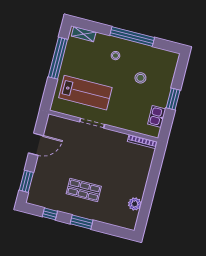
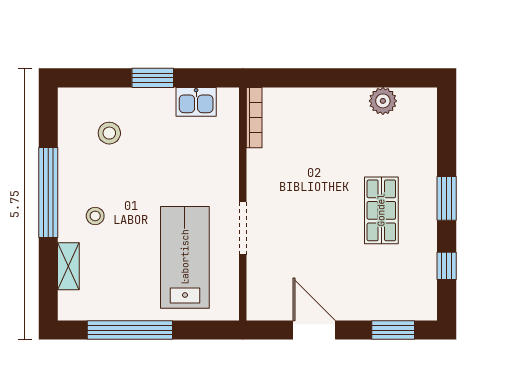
shelving: (84, 34) -> (68, 266), moved
stool: (140, 78) -> (109, 133), moved

